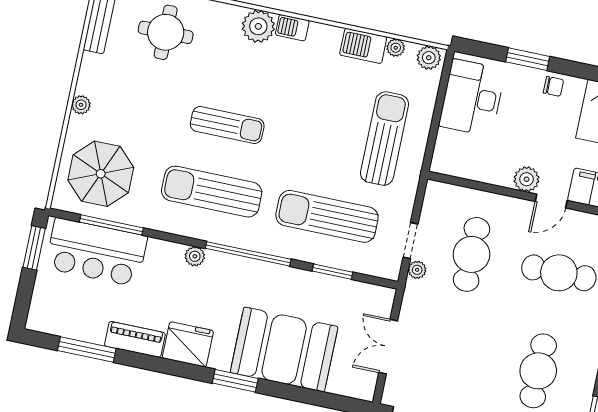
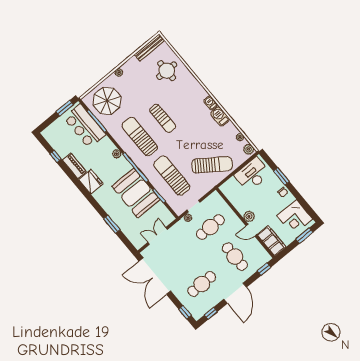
plant: (258, 26) -> (199, 93), removed
barbecue: (363, 46) -> (220, 116), moved
sun lounger: (385, 139) -> (212, 165), turned 35
booth: (284, 349) -> (136, 193), moved
window: (87, 350) -> (55, 156), width x0.46
window: (235, 381) -> (112, 224), moved

